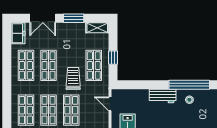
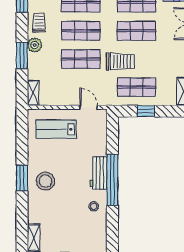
window: (189, 85) -> (112, 180), moved
door: (110, 104) -> (89, 107), hinge flipped

